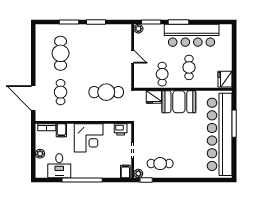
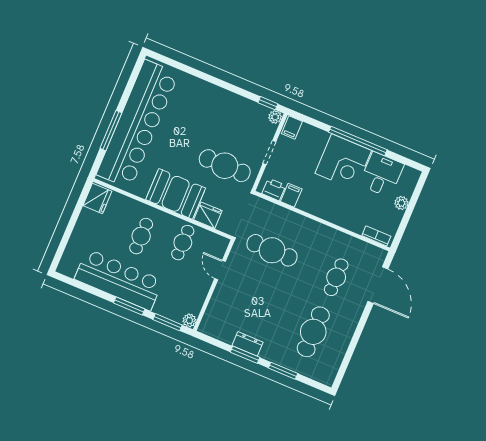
dresser: (97, 29) -> (247, 344), added
door: (133, 57) -> (220, 270), moved
filing cabinet: (61, 130) -> (291, 195), moved
corner desk: (89, 138) -> (343, 162), moved, turned 180
cafe table: (160, 164) -> (225, 166), moved, width x1.37, depth x1.35

